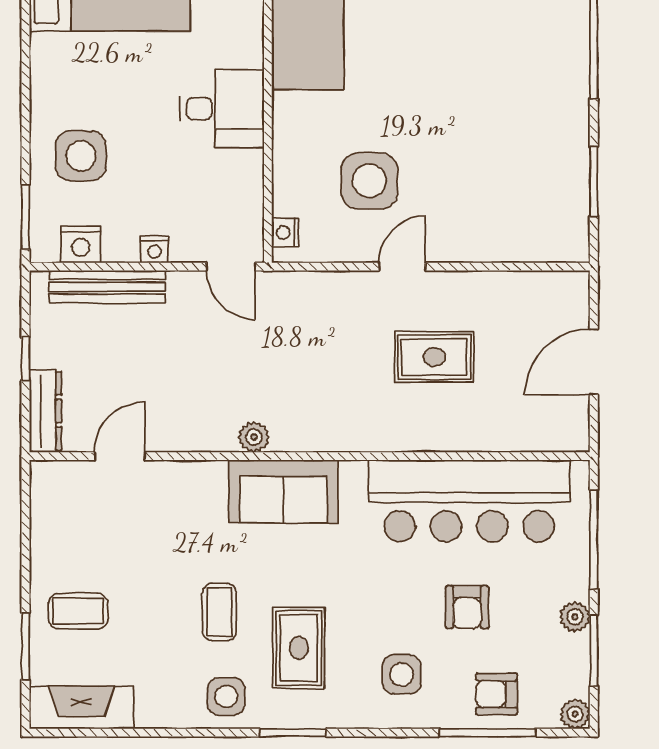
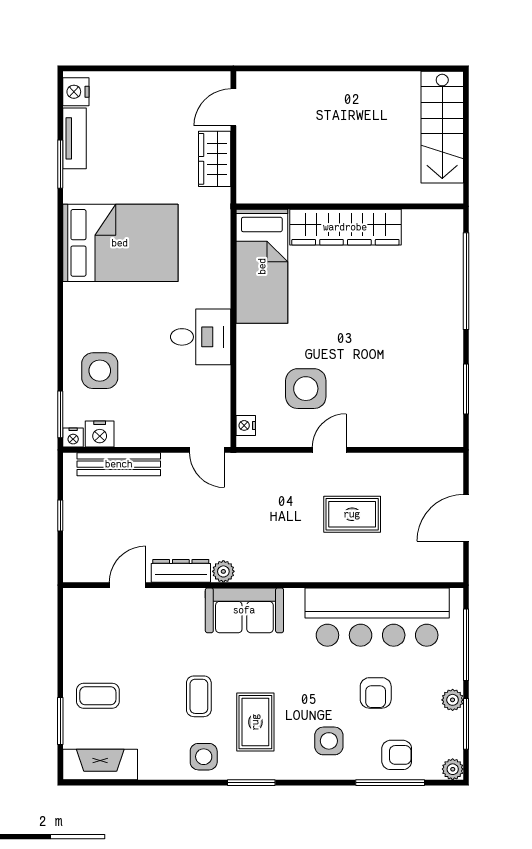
nightstand: (155, 249) -> (73, 438), moved
dresser: (45, 411) -> (181, 571), moved, turned -90
armchair: (497, 694) -> (397, 755), turned 180

